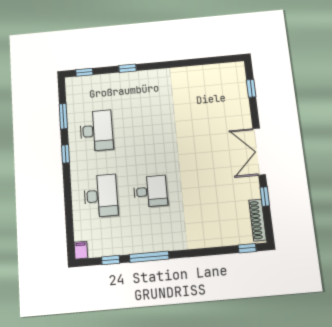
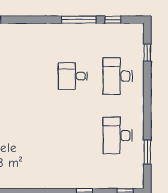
window: (65, 154) -> (147, 53), moved
filing cabinet: (81, 250) -> (138, 30), removed

